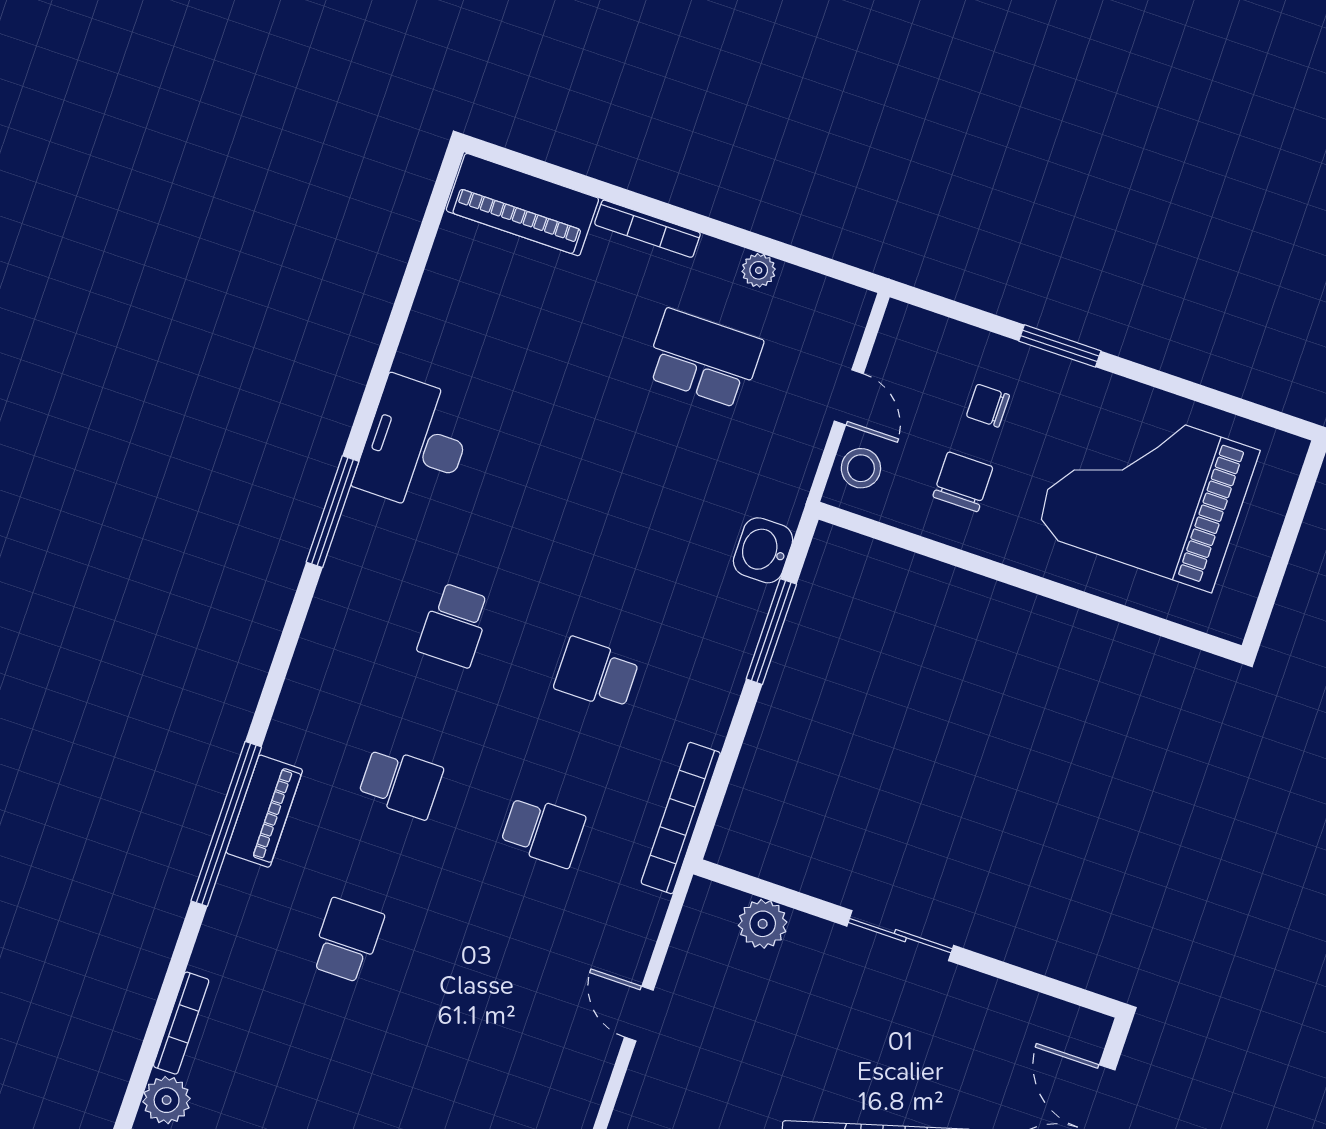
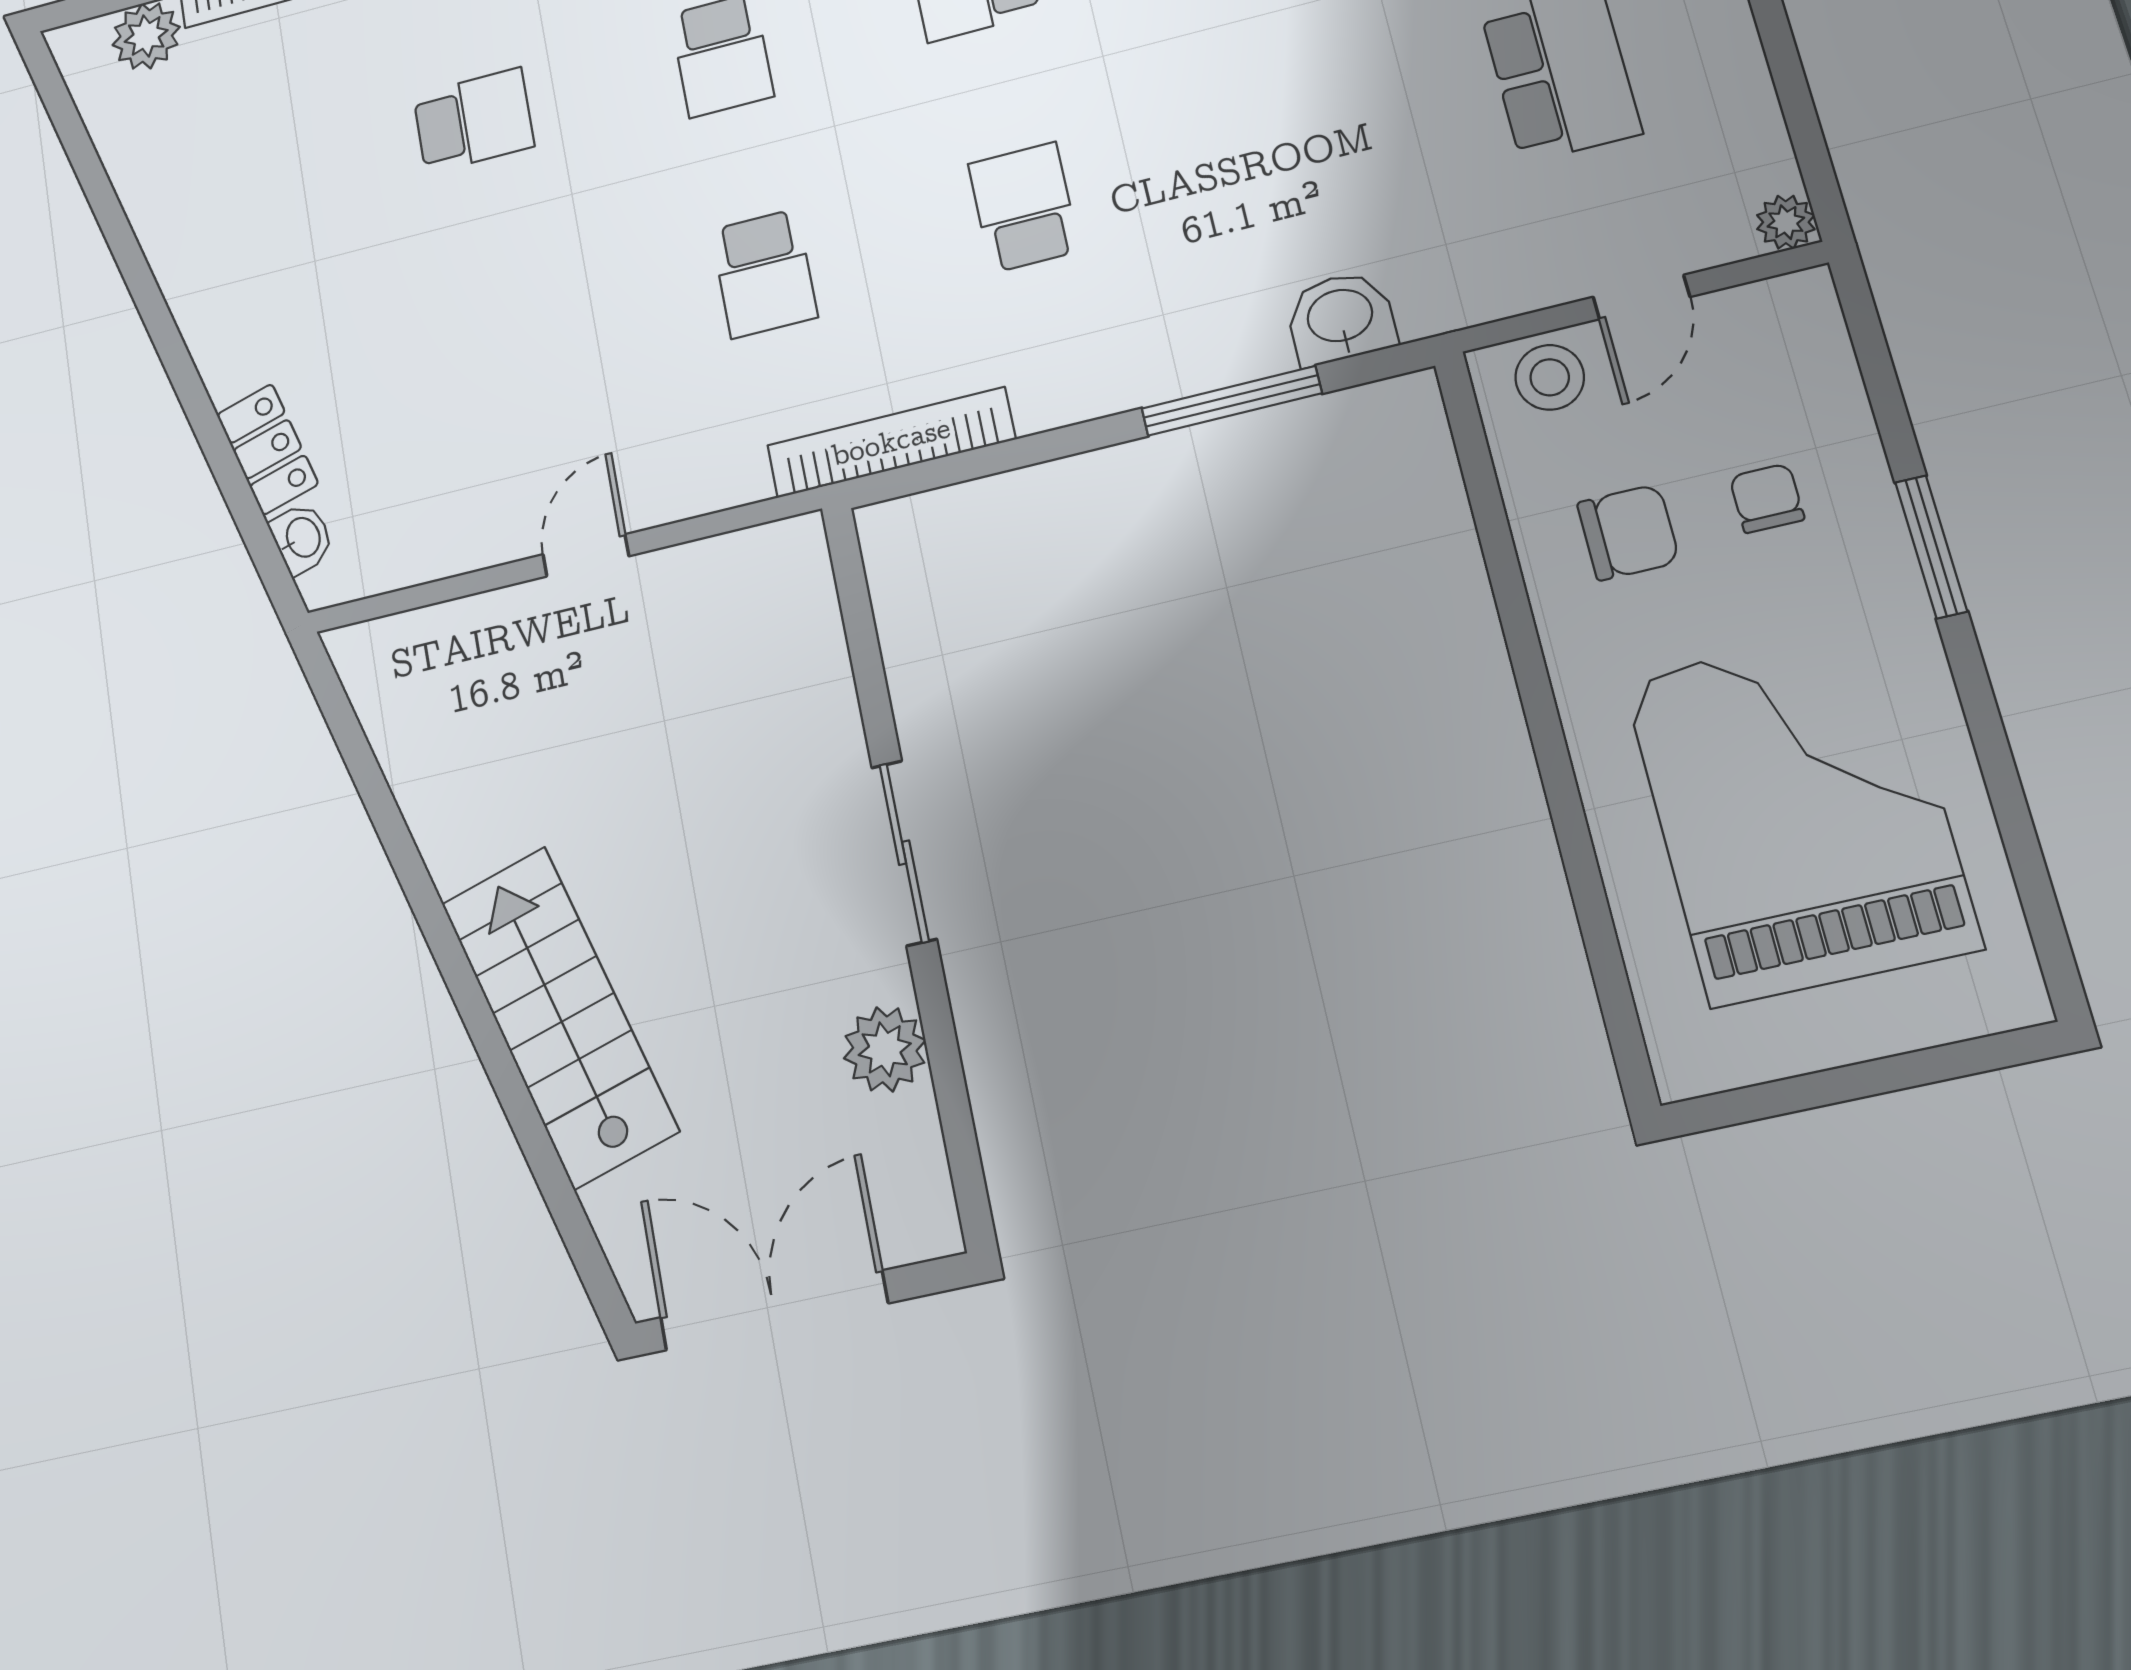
plant: (759, 270) -> (1786, 222), moved
plant: (763, 924) -> (885, 1049), moved

